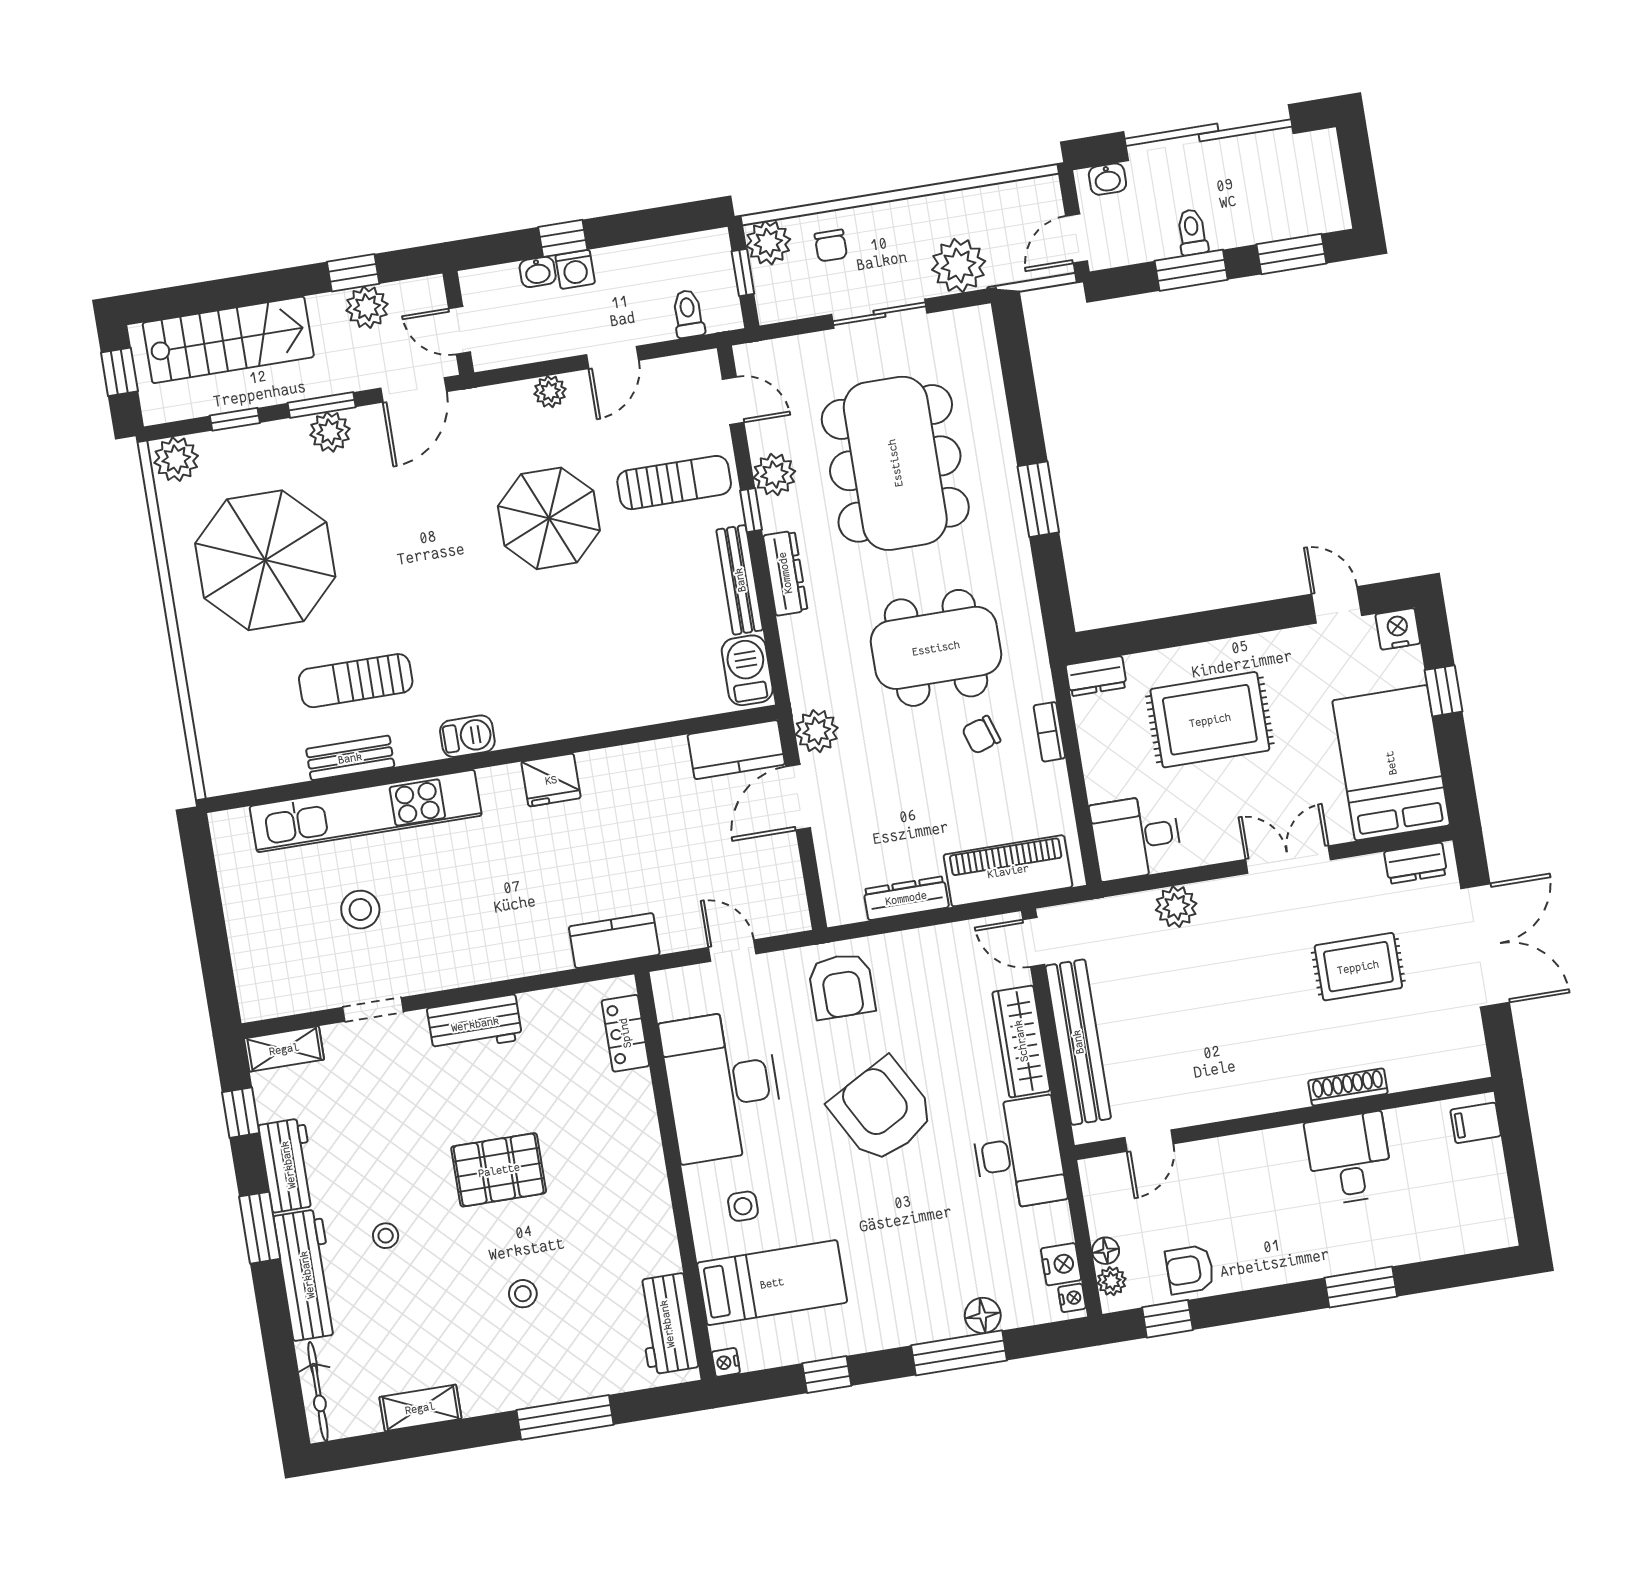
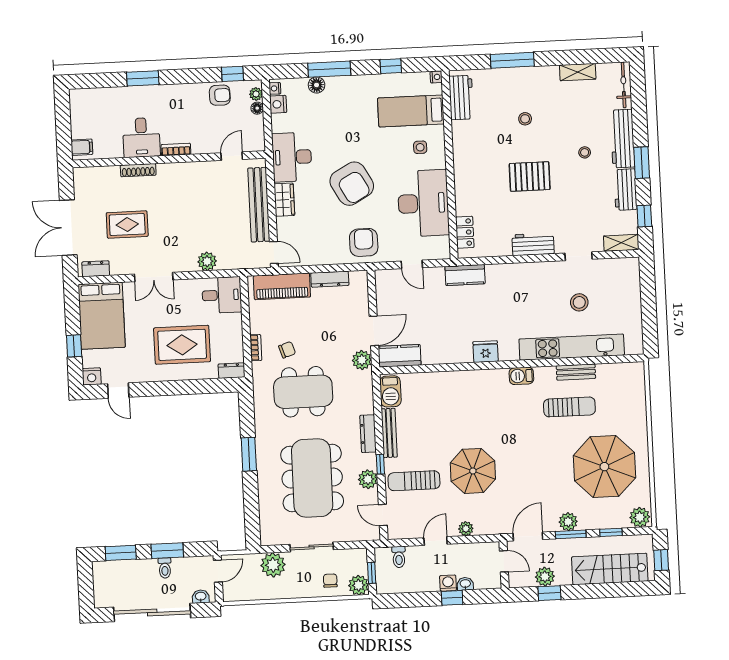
wardrobe: (1021, 1041) -> (284, 200), width x0.67
bookcase: (1271, 1141) -> (176, 149), added

